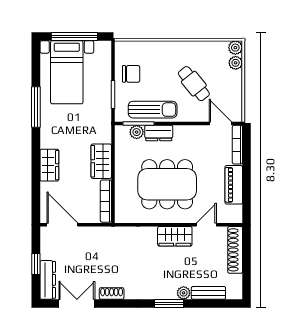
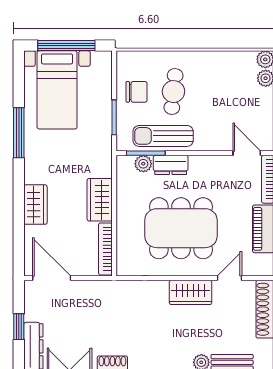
cafe table: (194, 84) -> (173, 92), moved, turned 45
sun lounger: (153, 110) -> (163, 136), turned 180

